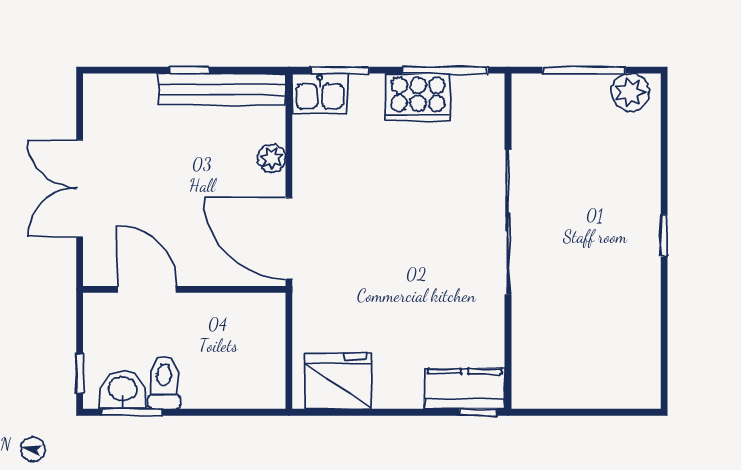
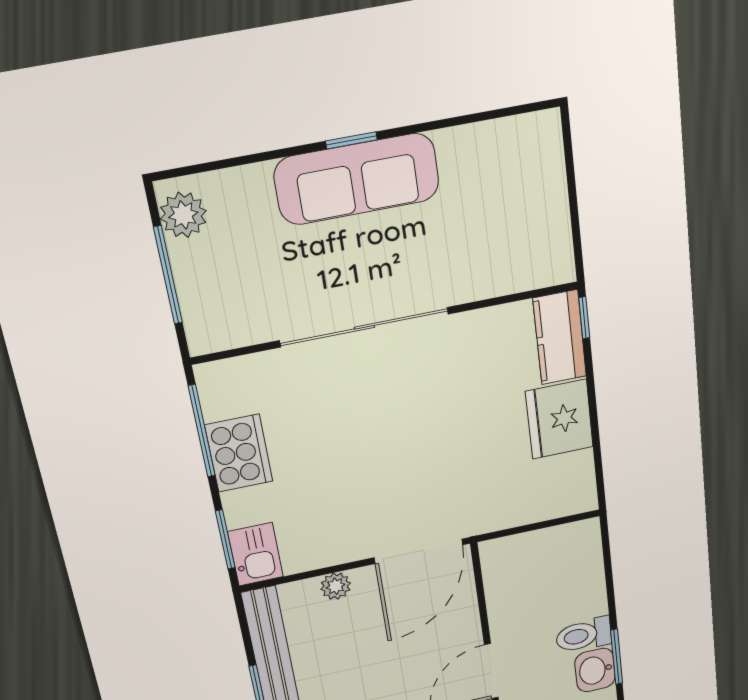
sofa: (633, 235) -> (357, 179), added
fridge: (338, 381) -> (559, 419), moved

